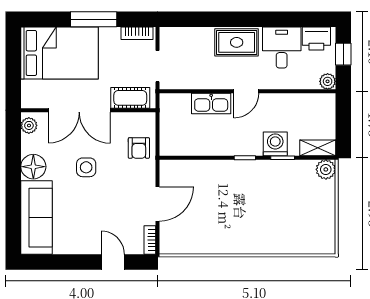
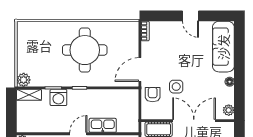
floor lamp: (33, 167) -> (230, 82), width x0.53, depth x0.53
side table: (86, 167) -> (176, 87), moved
door: (157, 204) -> (140, 70), moved
round table: (237, 213) -> (85, 50), added
door: (113, 262) -> (191, 16), moved

